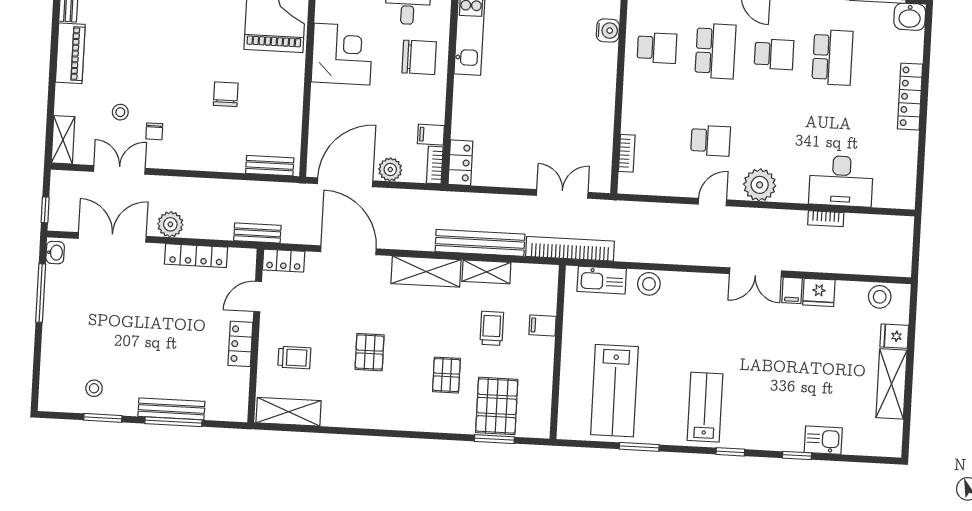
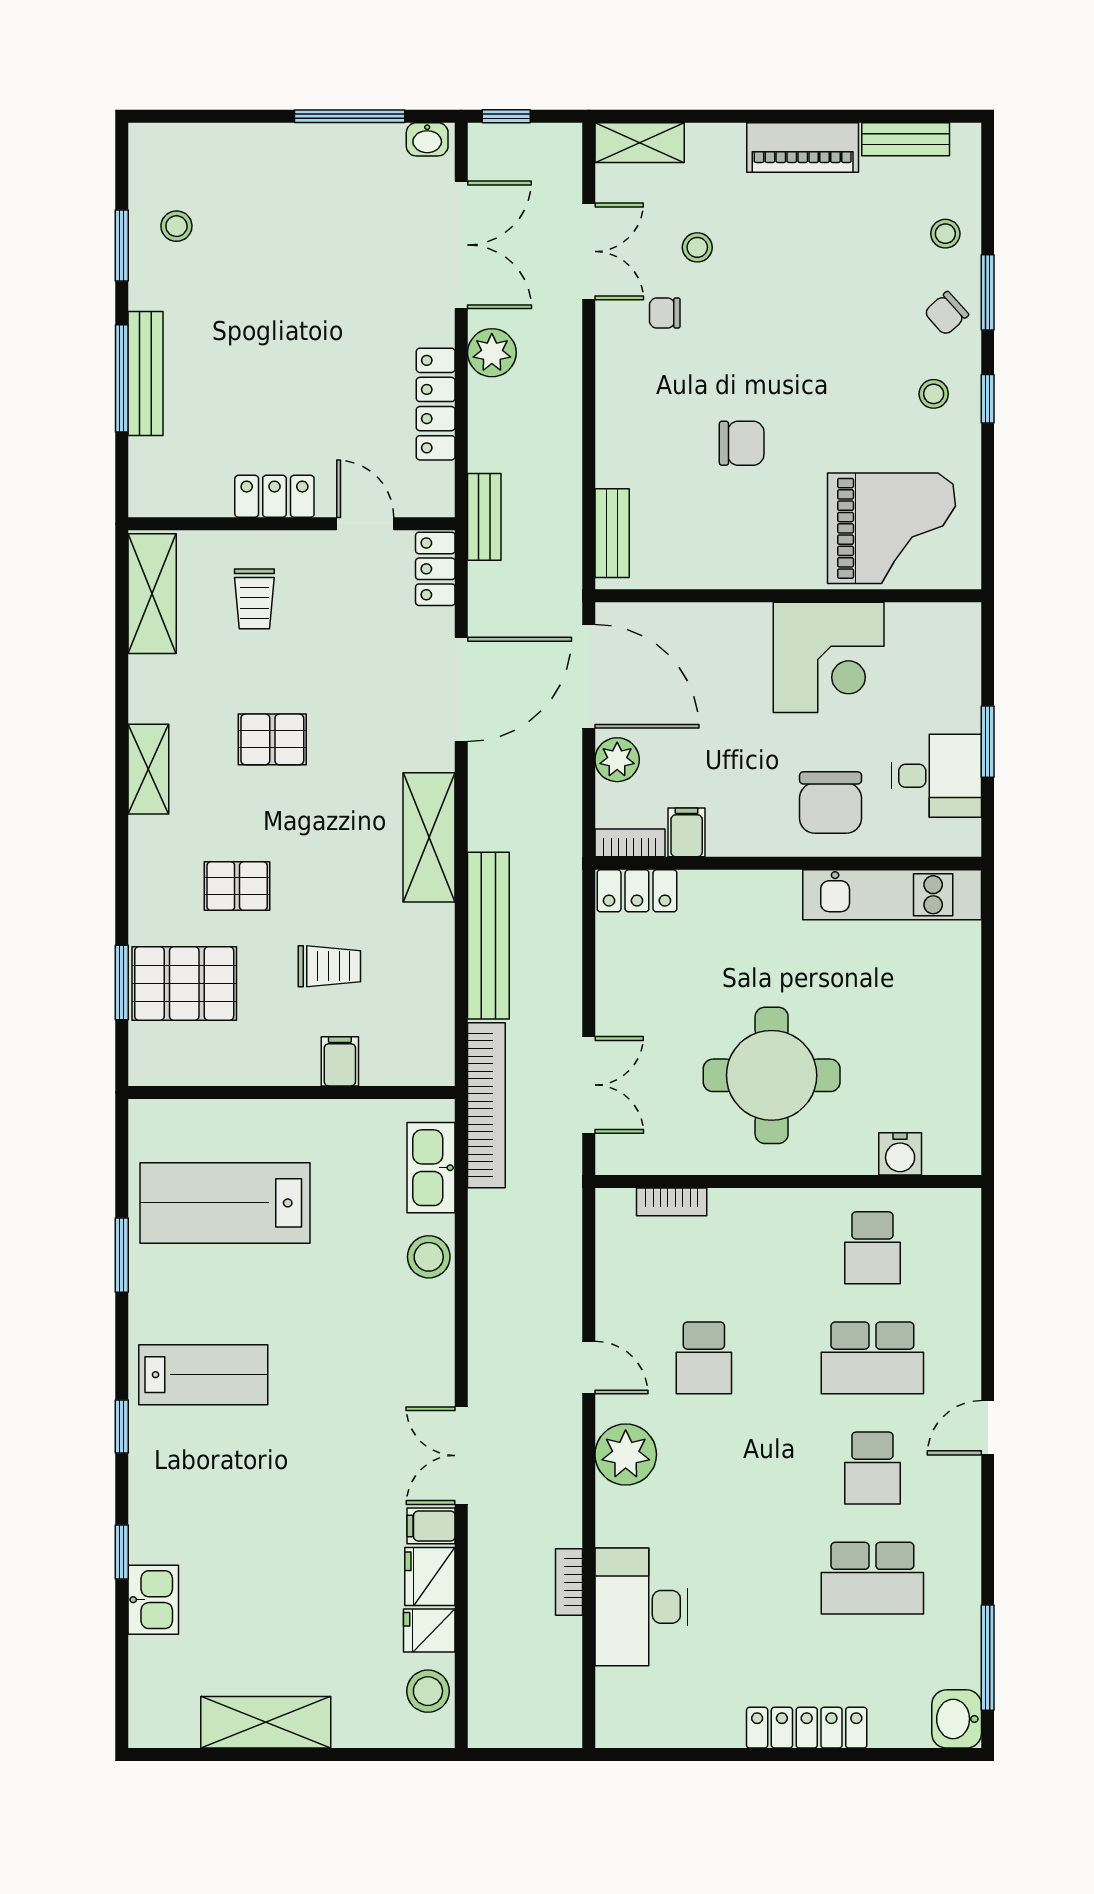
round table: (562, 96) -> (772, 1075), added
shelving: (486, 272) -> (148, 769), moved
fridge: (894, 336) -> (429, 1631), moved, turned -90

